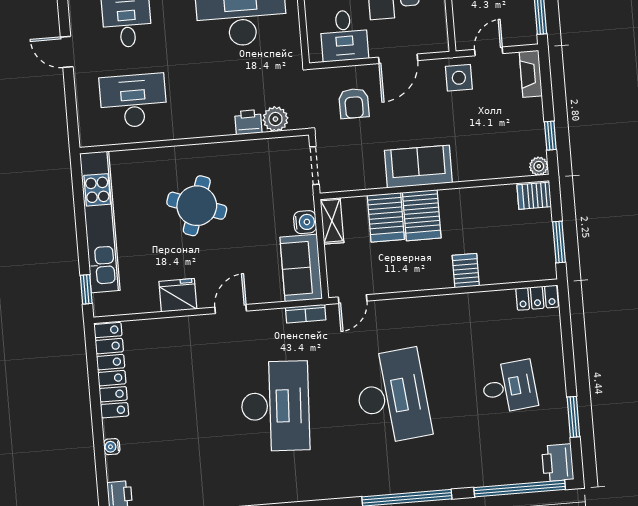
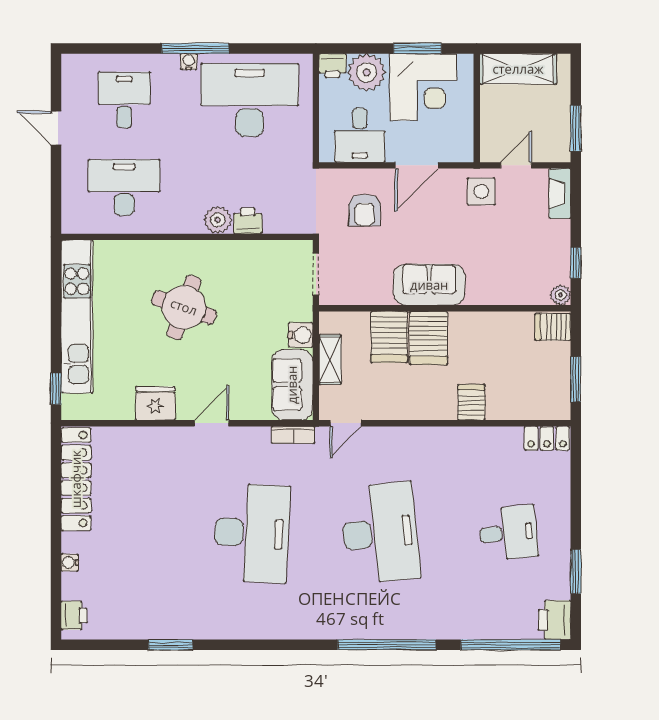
plant: (275, 119) -> (218, 220), moved
shelving: (332, 221) -> (330, 360), moved

